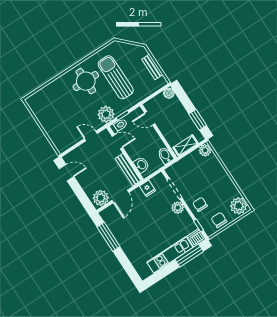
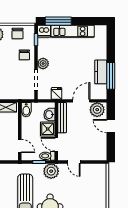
shower: (134, 151) -> (48, 129), added
door: (67, 173) -> (111, 126), moved
kitchen counter: (120, 235) -> (101, 72), added

